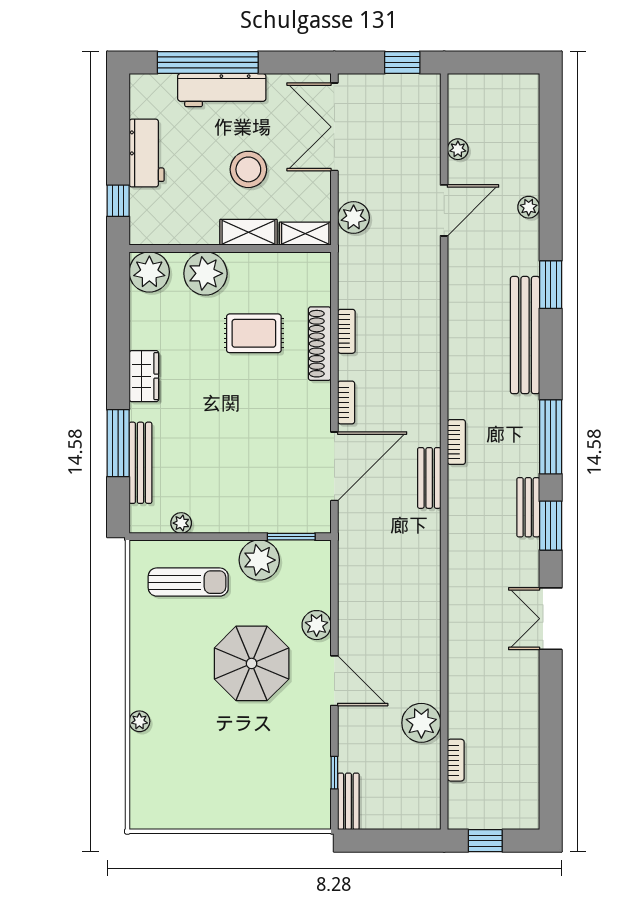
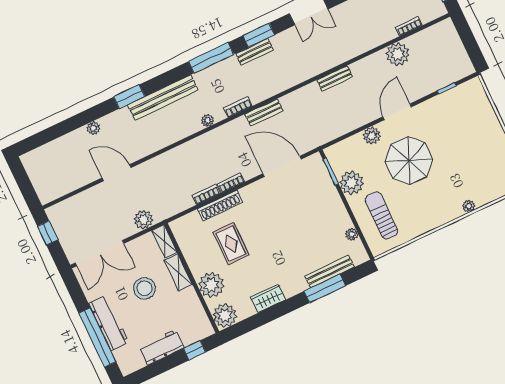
plant: (458, 149) -> (208, 121), moved
wardrobe: (144, 376) -> (268, 298), moved
bookcase: (346, 402) -> (231, 183), moved
bench: (348, 801) -> (335, 78), moved

